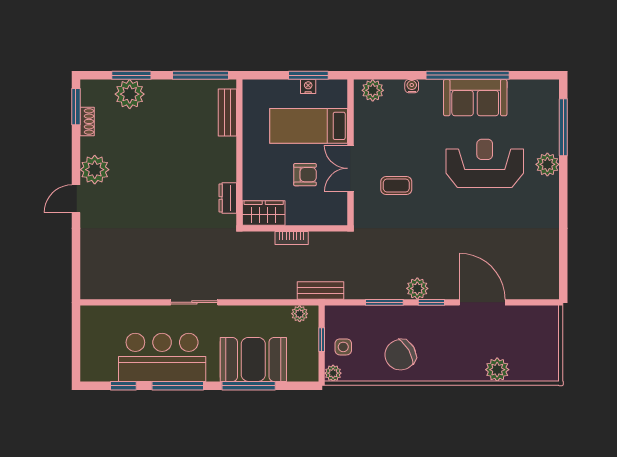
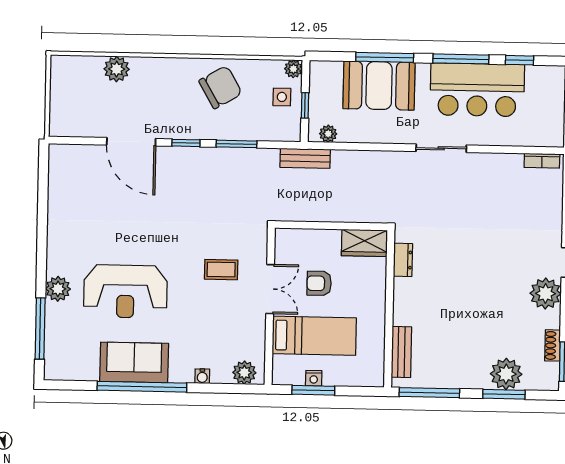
bookcase: (292, 238) -> (542, 161), moved, turned 180
plant: (417, 288) -> (201, 158), removed

